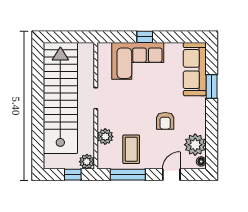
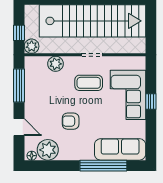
window: (212, 86) -> (103, 166), width x2.11
coffee table: (131, 149) -> (89, 83), moved

